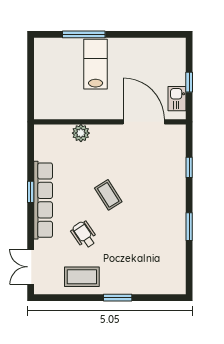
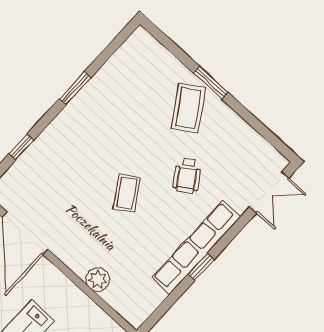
coffee table: (82, 277) -> (188, 108), moved, turned 57

